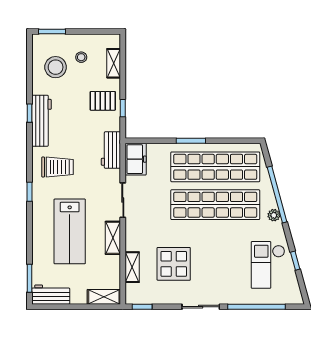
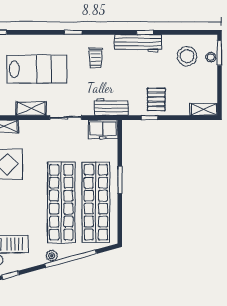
stool: (81, 57) -> (211, 57), moved
shelving: (114, 63) -> (204, 109), moved
trolley: (58, 167) -> (96, 58), width x0.73, depth x0.72
lab bench: (70, 231) -> (37, 69), turned 180

